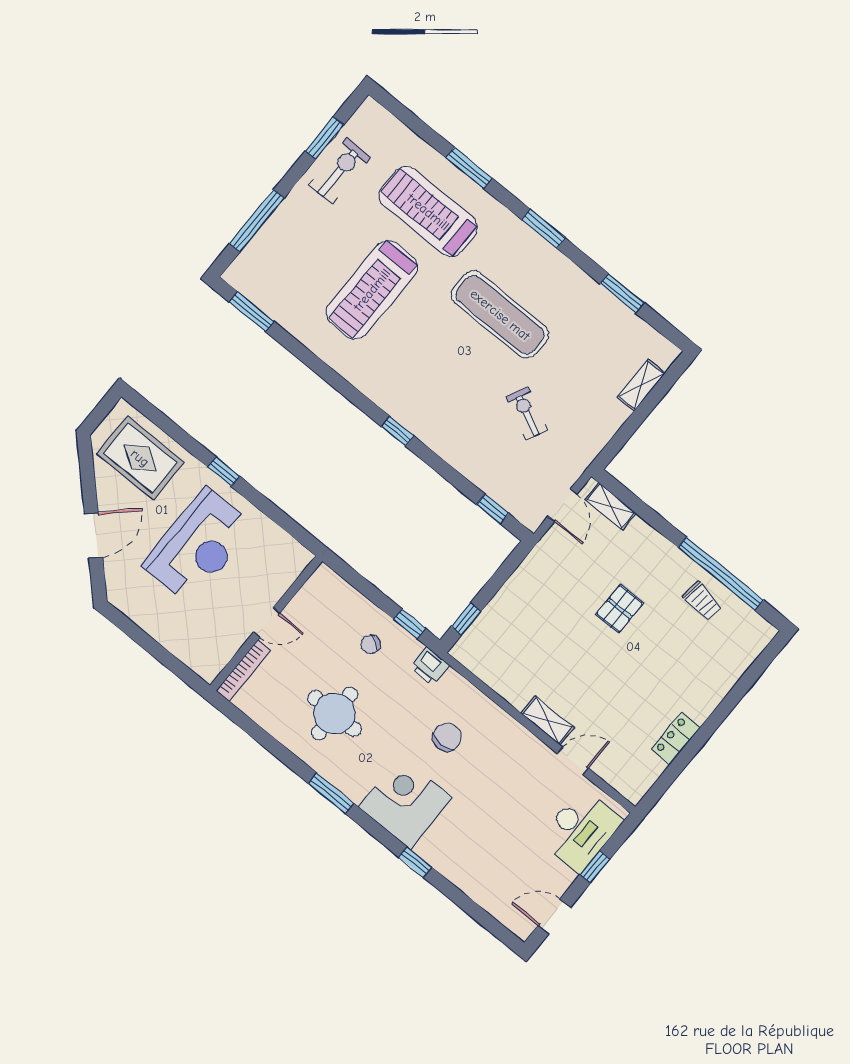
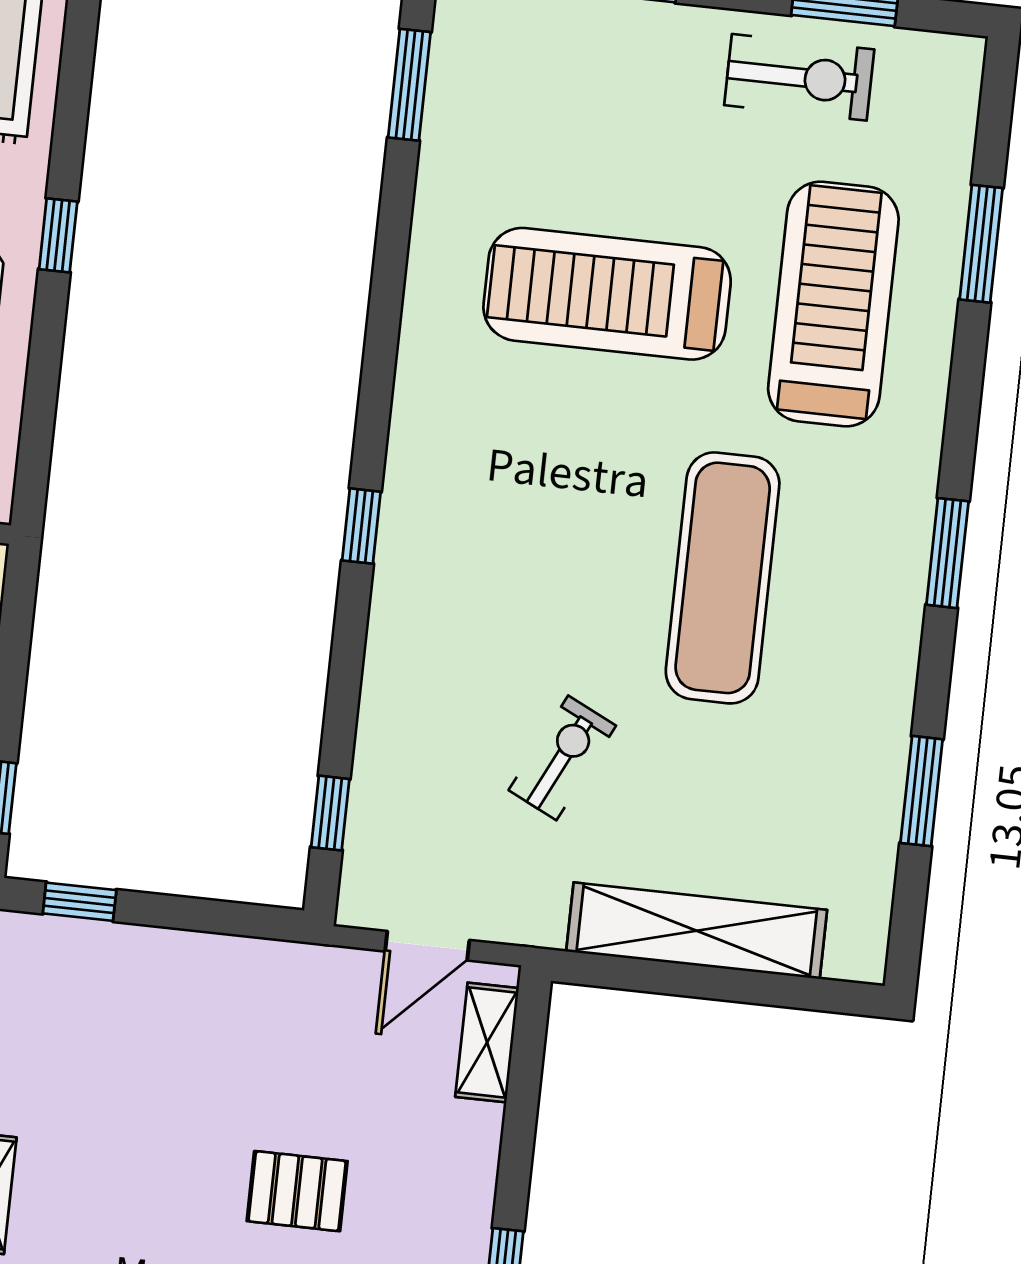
window: (469, 168) -> (981, 244), moved
shelving: (641, 385) -> (697, 931), width x2.20, depth x1.33

